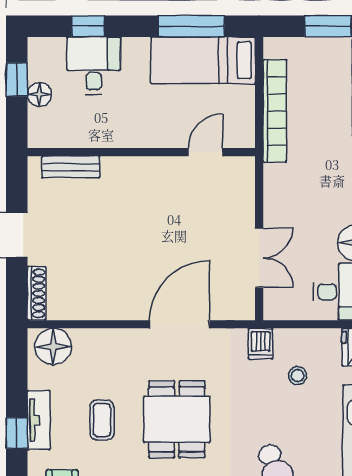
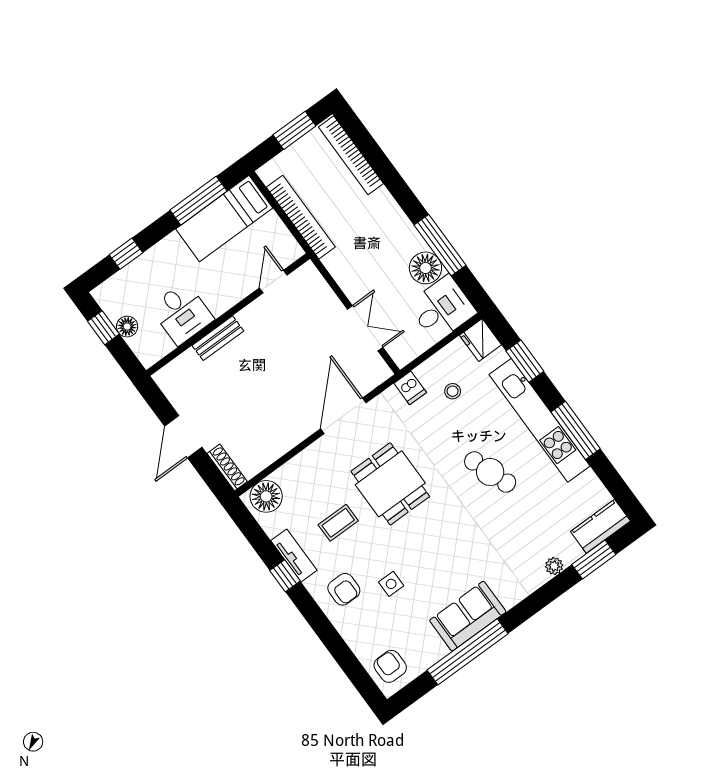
desk: (94, 66) -> (182, 313), moved, turned 180
bench: (71, 167) -> (218, 338), moved
coffee table: (102, 420) -> (338, 523), turned 90

